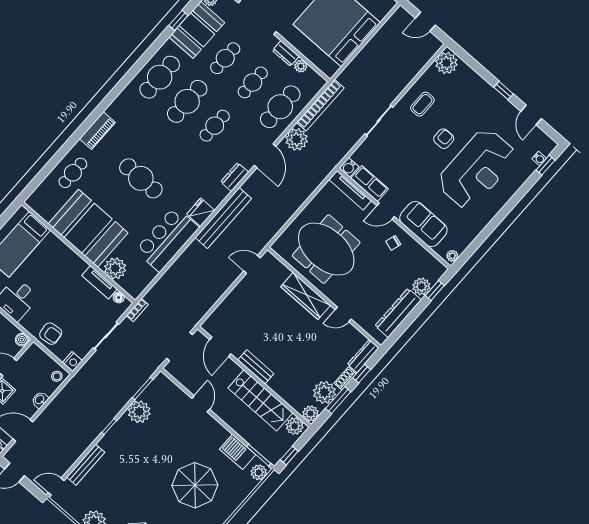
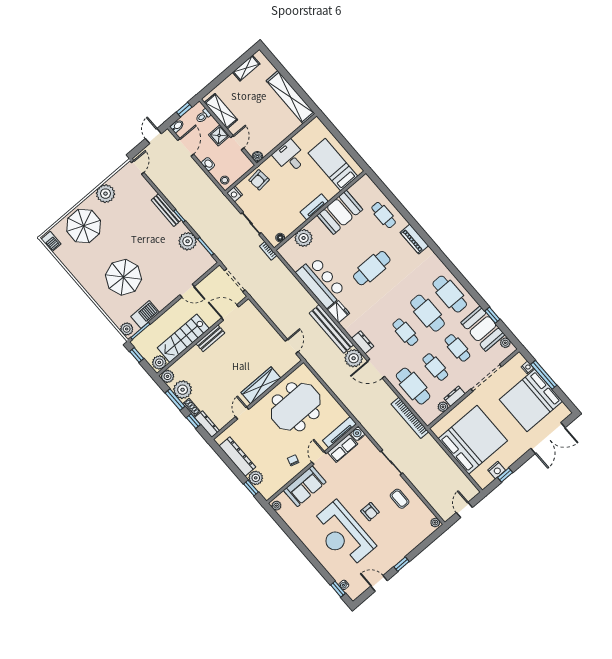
plant: (446, 63) -> (435, 523), width x0.53, depth x0.53
plant: (297, 139) -> (354, 358), moved
booth: (88, 228) -> (340, 212), width x0.73, depth x0.70
tv unit: (99, 282) -> (314, 207), moved
bench: (86, 465) -> (166, 210), moved

